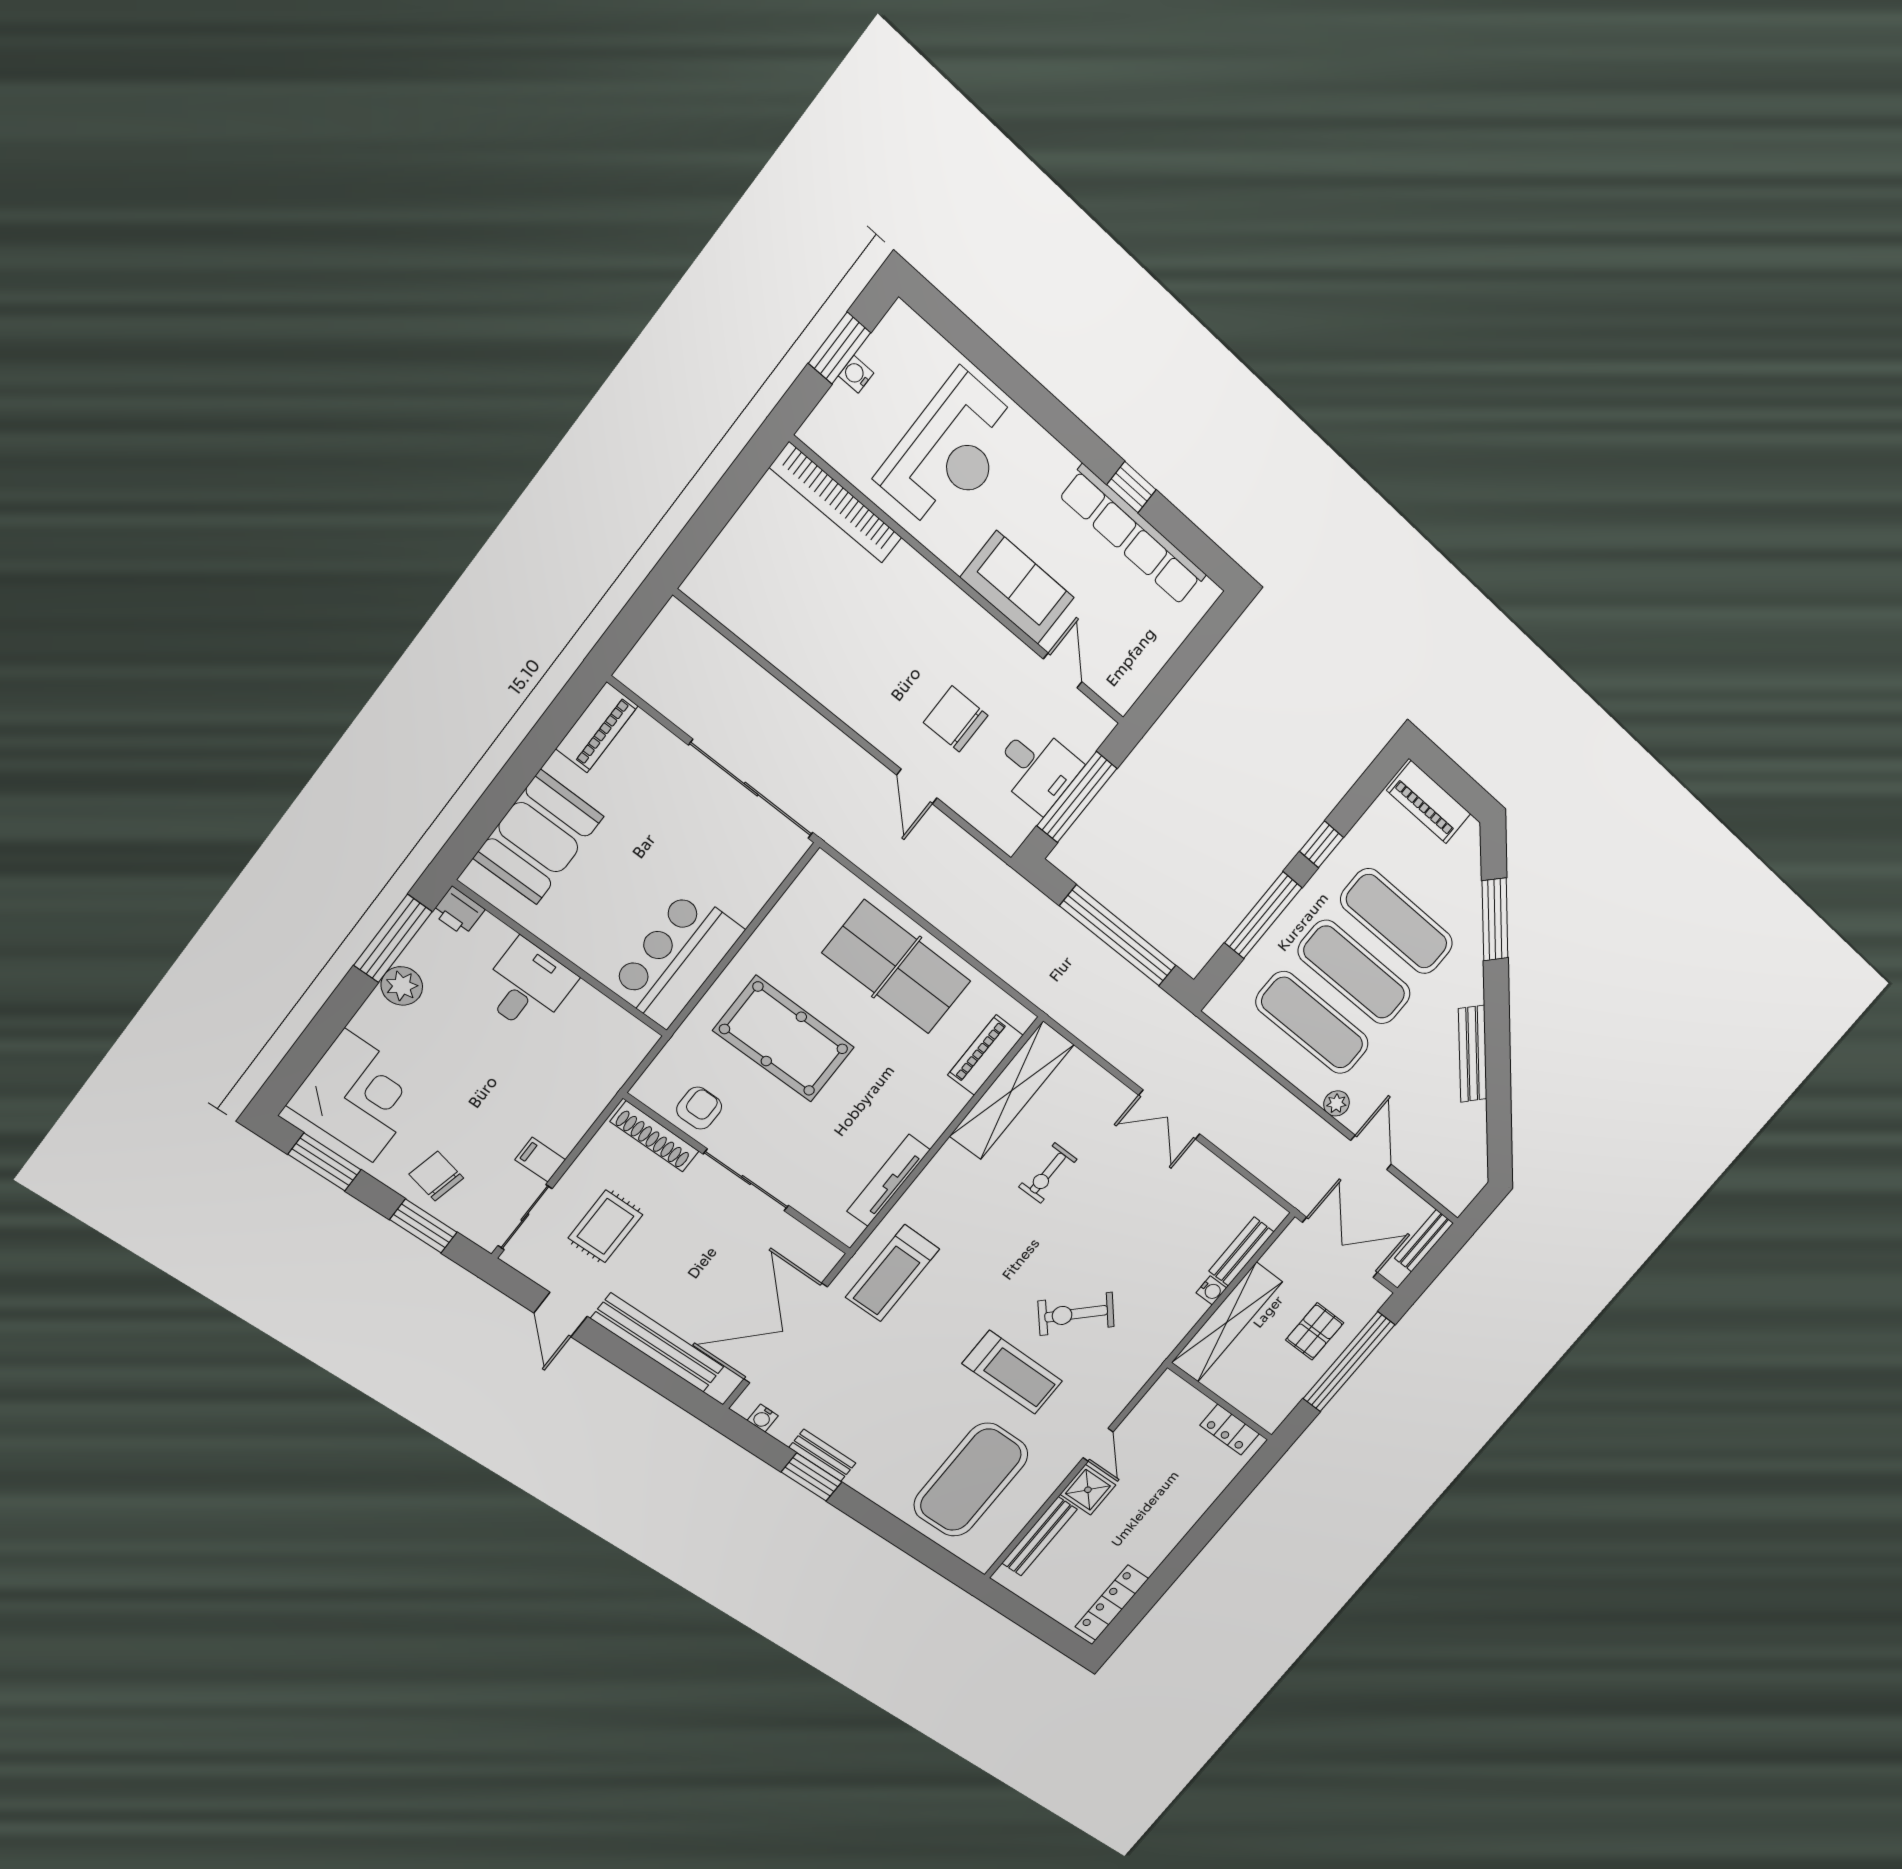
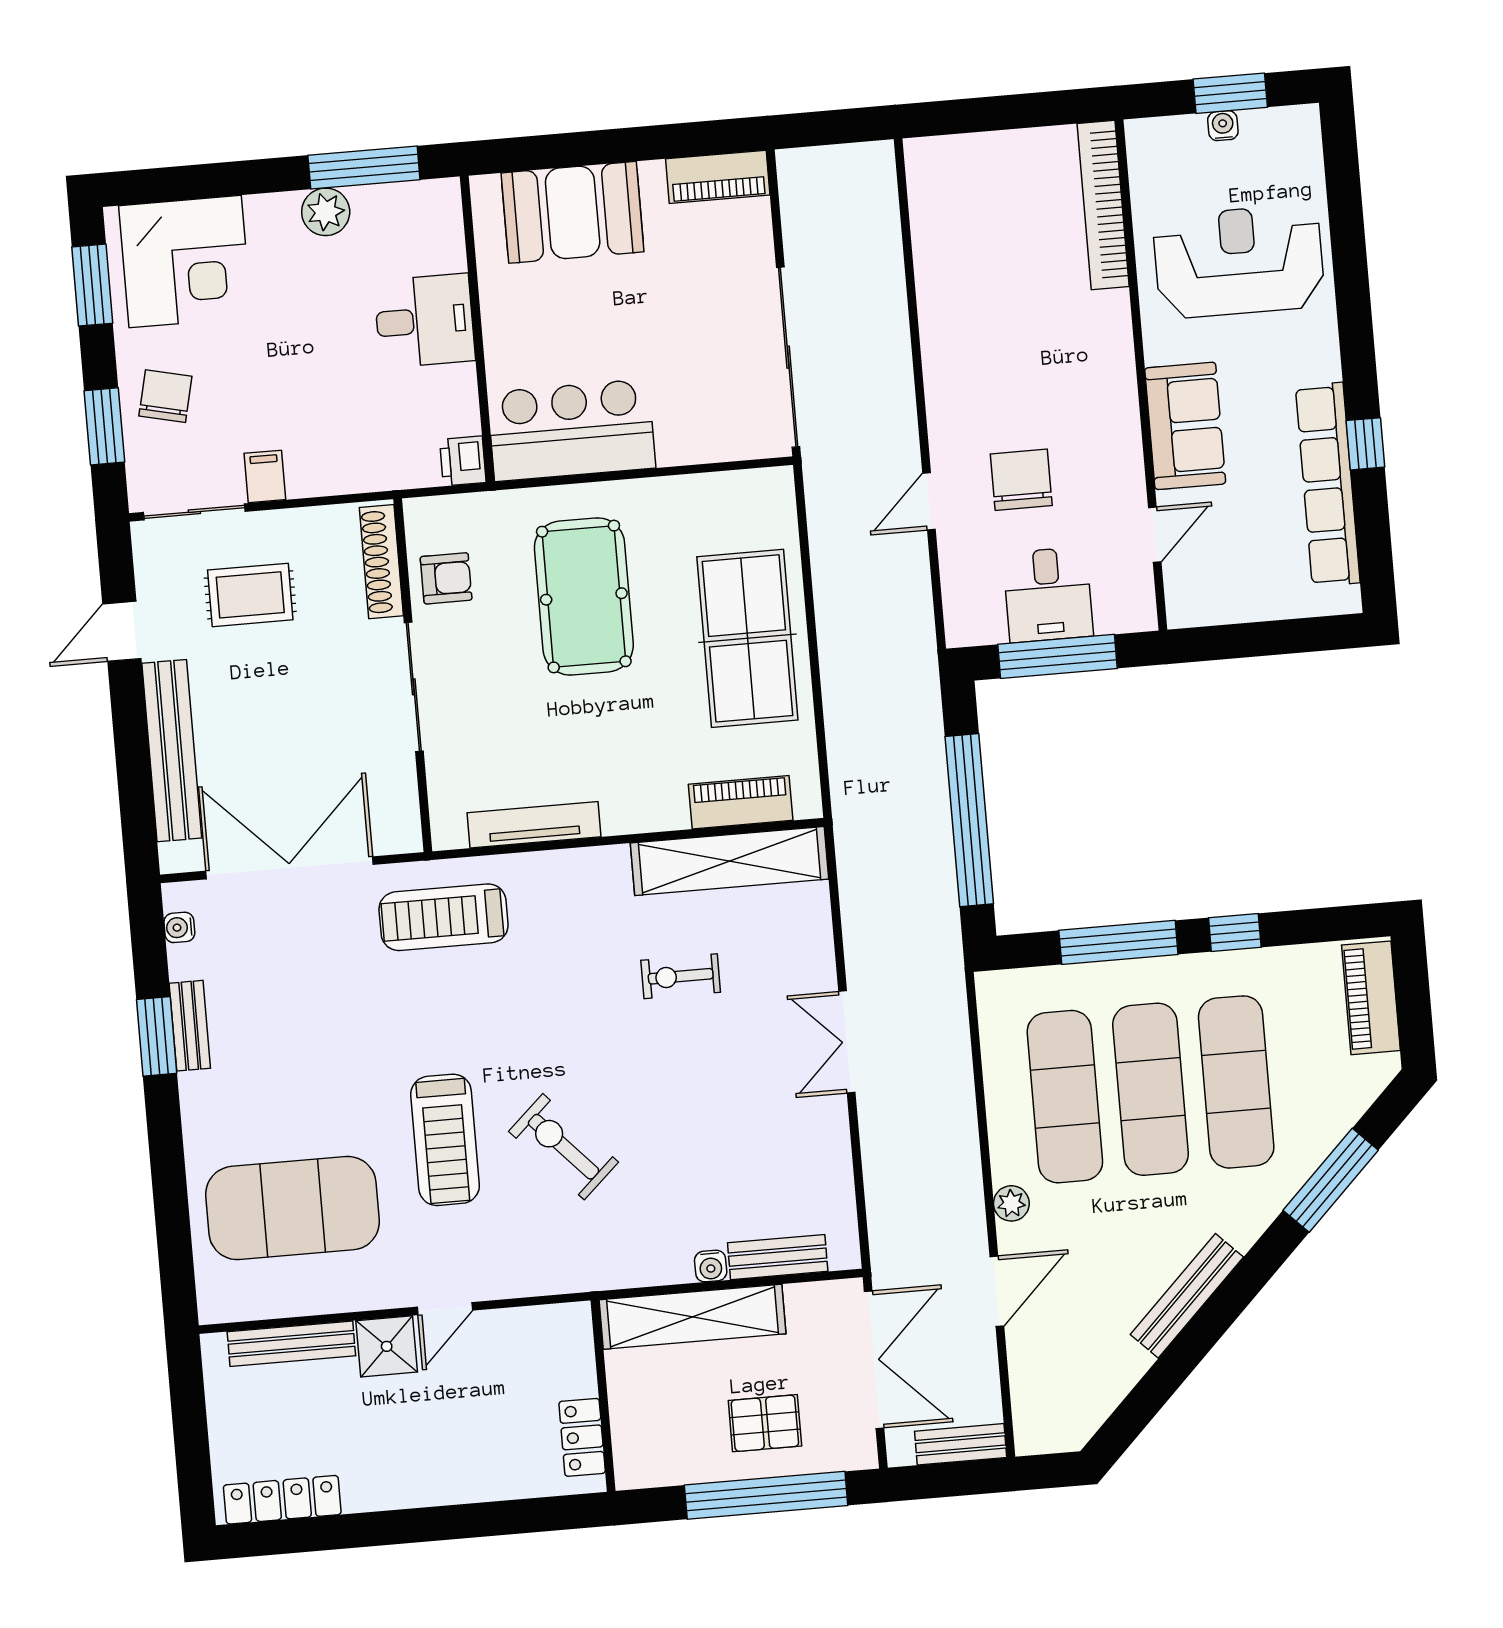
reception desk: (950, 452) -> (1239, 261), turned 180
printer: (458, 911) -> (463, 461), moved

